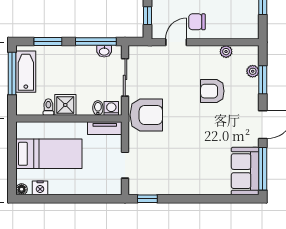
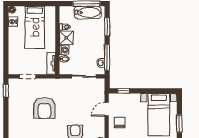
door: (176, 42) -> (107, 109), swing flipped
washing machine: (111, 108) -> (64, 50), moved
armchair: (146, 115) -> (44, 108), moved

